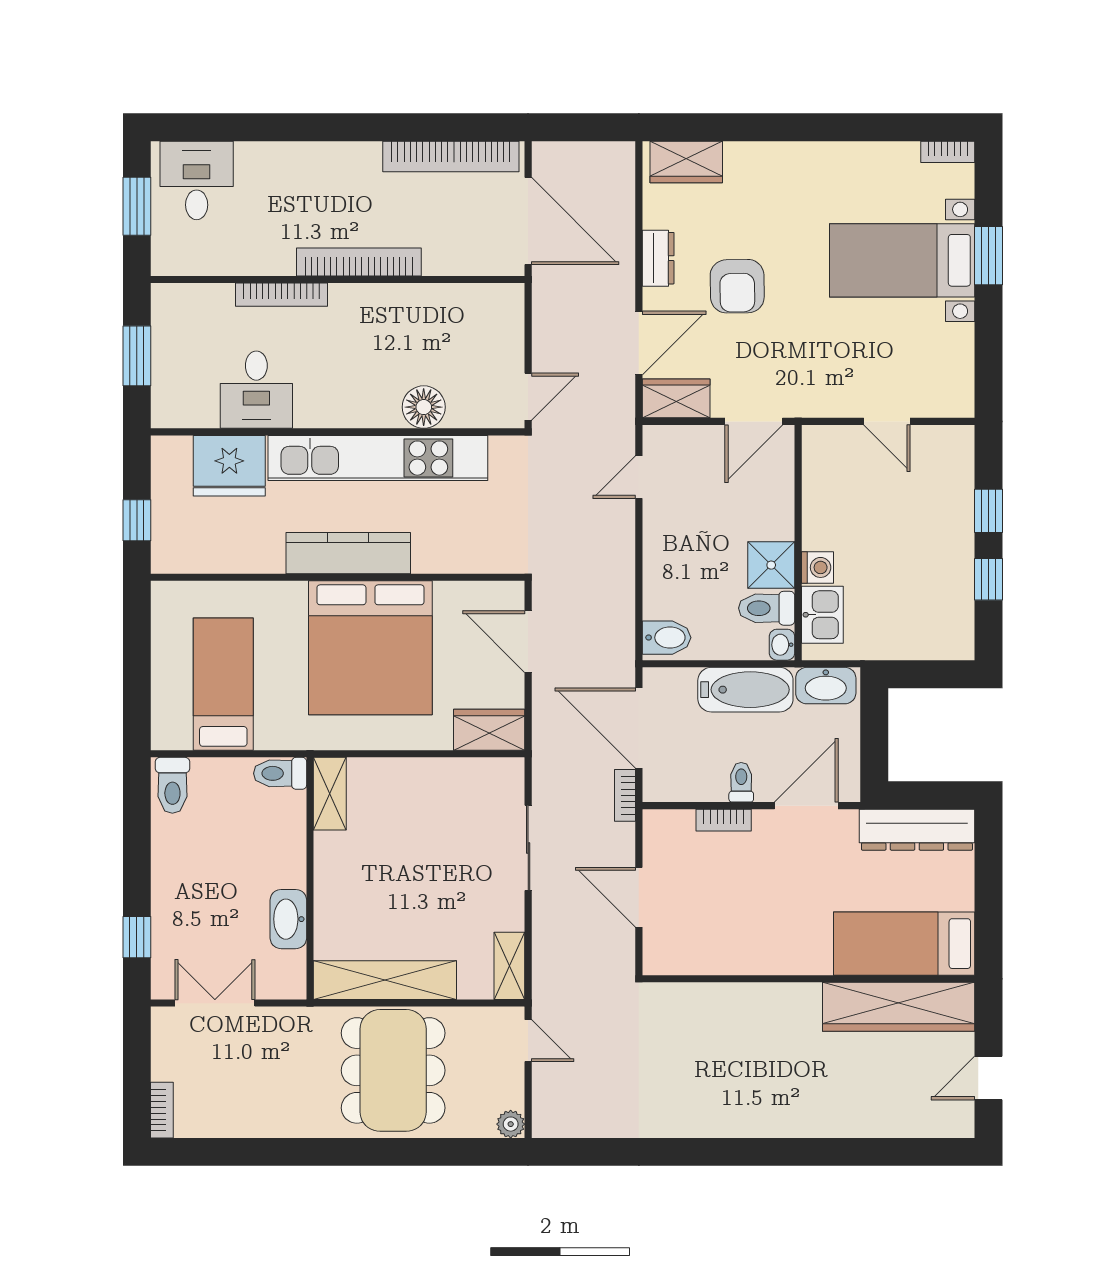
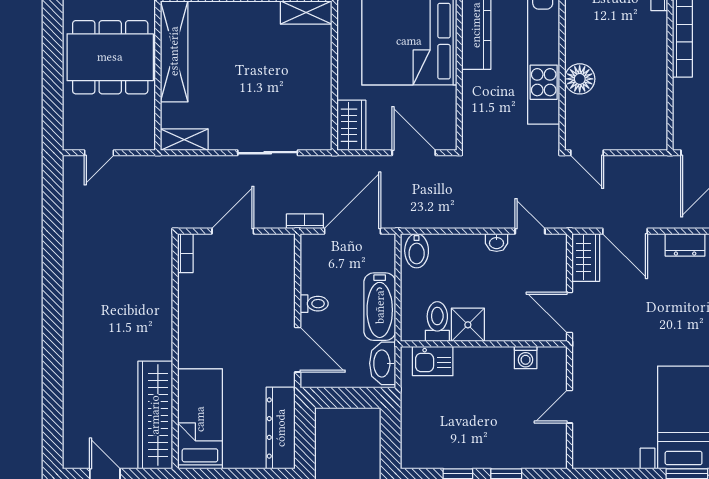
armchair: (737, 286) -> (665, 301), removed
washing machine: (817, 567) -> (526, 358), moved
door: (528, 642) -> (414, 153), hinge flipped
washbasin: (782, 645) -> (497, 243), moved, turned 180
bookcase: (724, 820) -> (185, 253), moved, turned 180
door: (528, 1041) -> (99, 153), moved
plant: (511, 1124) -> (72, 140), removed

